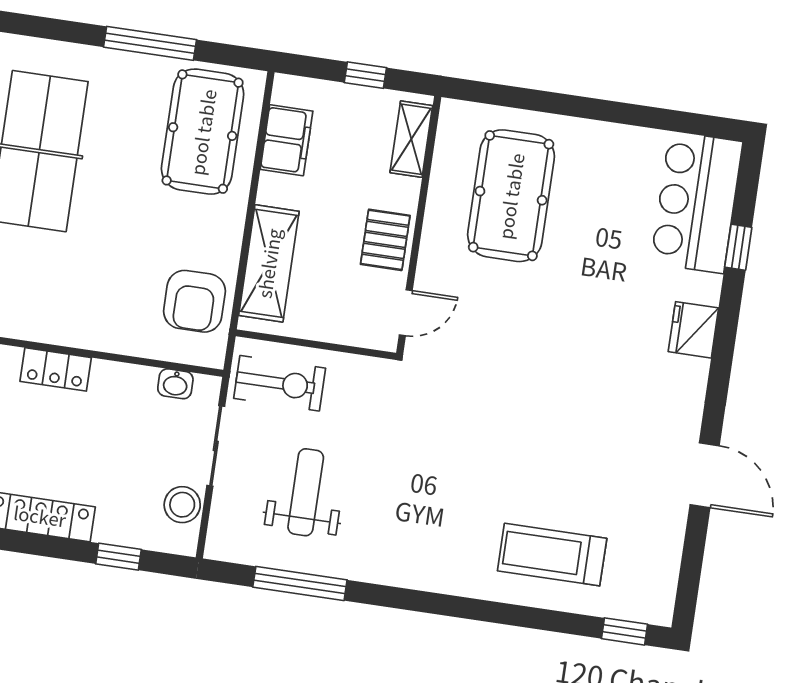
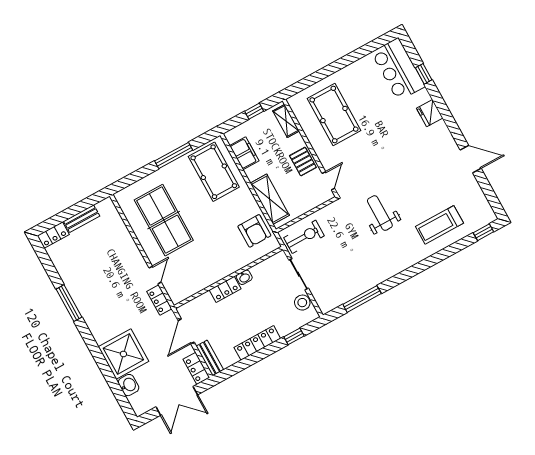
washbasin: (175, 384) -> (244, 277), moved
weight bench: (306, 492) -> (380, 213), moved

